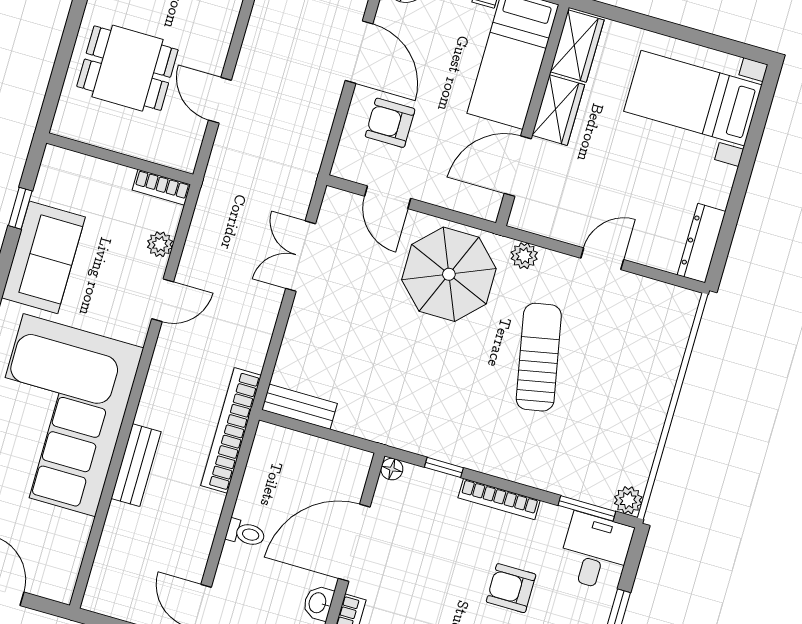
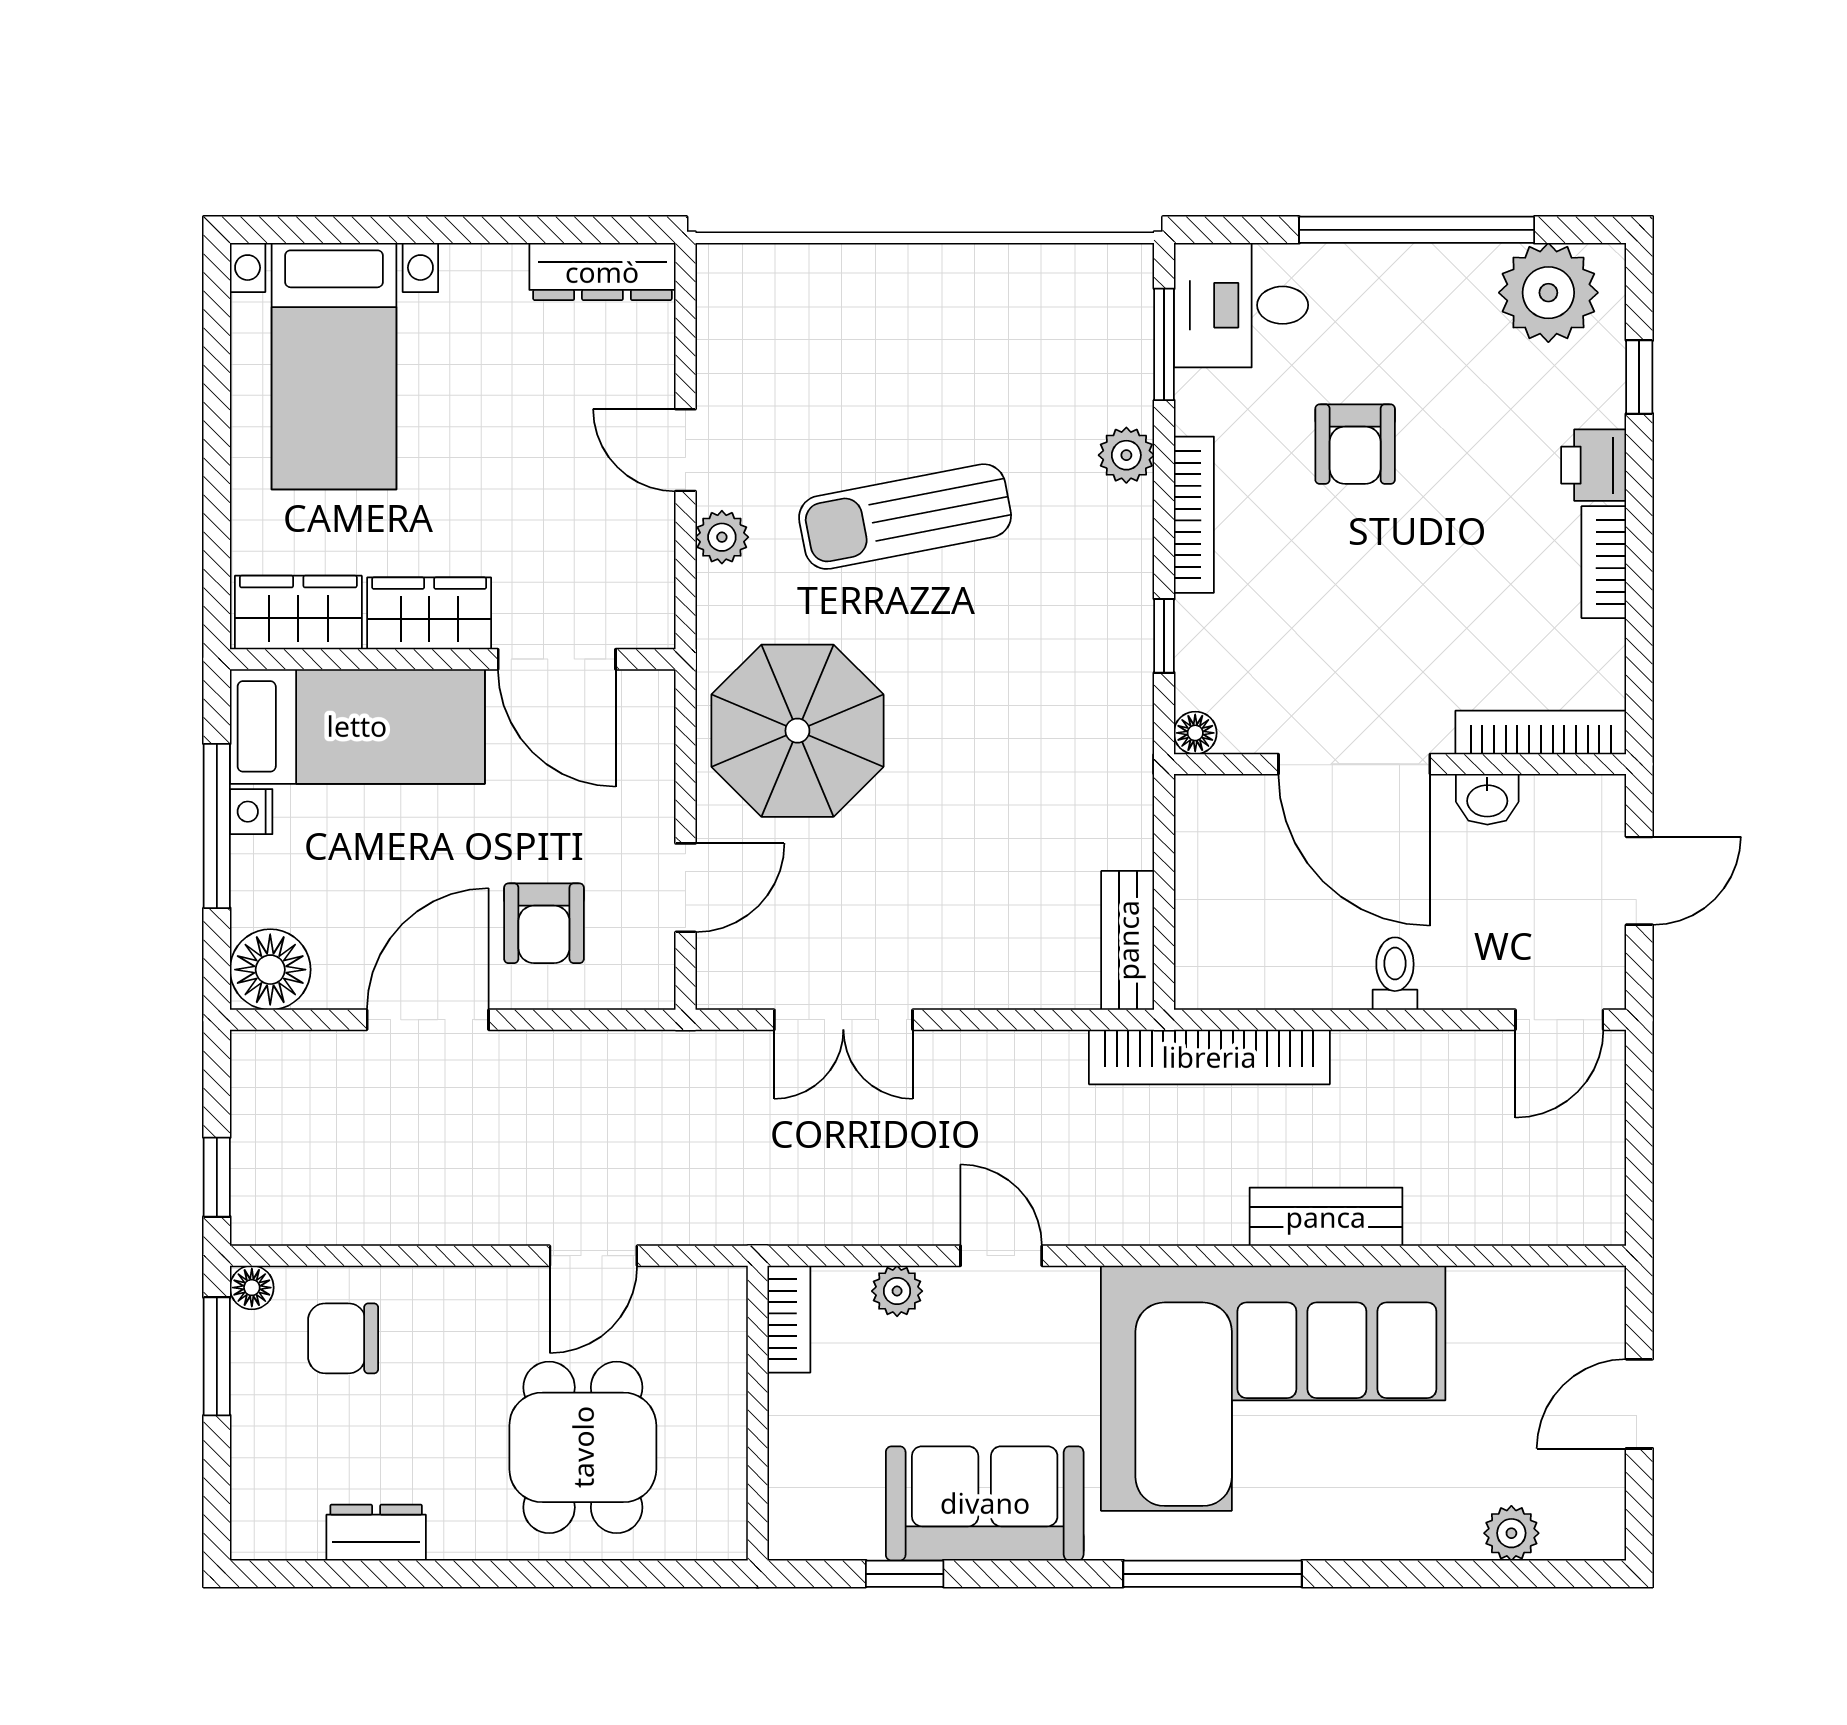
plant: (524, 256) -> (722, 537), moved
plant: (628, 500) -> (1126, 455), moved

